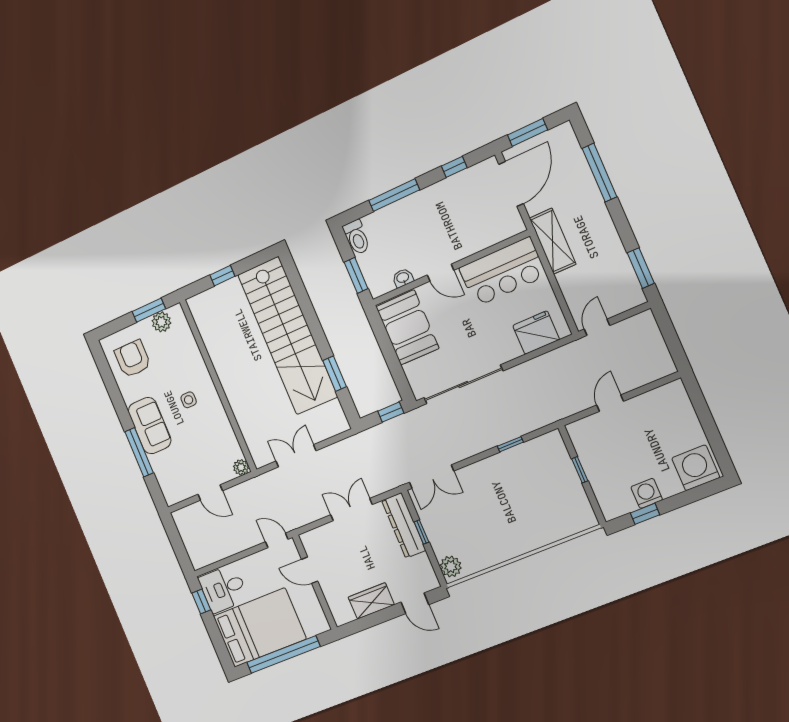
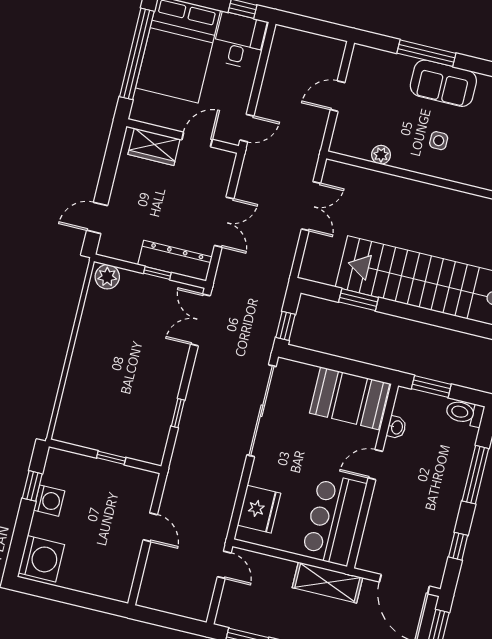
plant: (241, 467) -> (381, 155), moved
wardrobe: (371, 601) -> (154, 147), moved, turned 90

